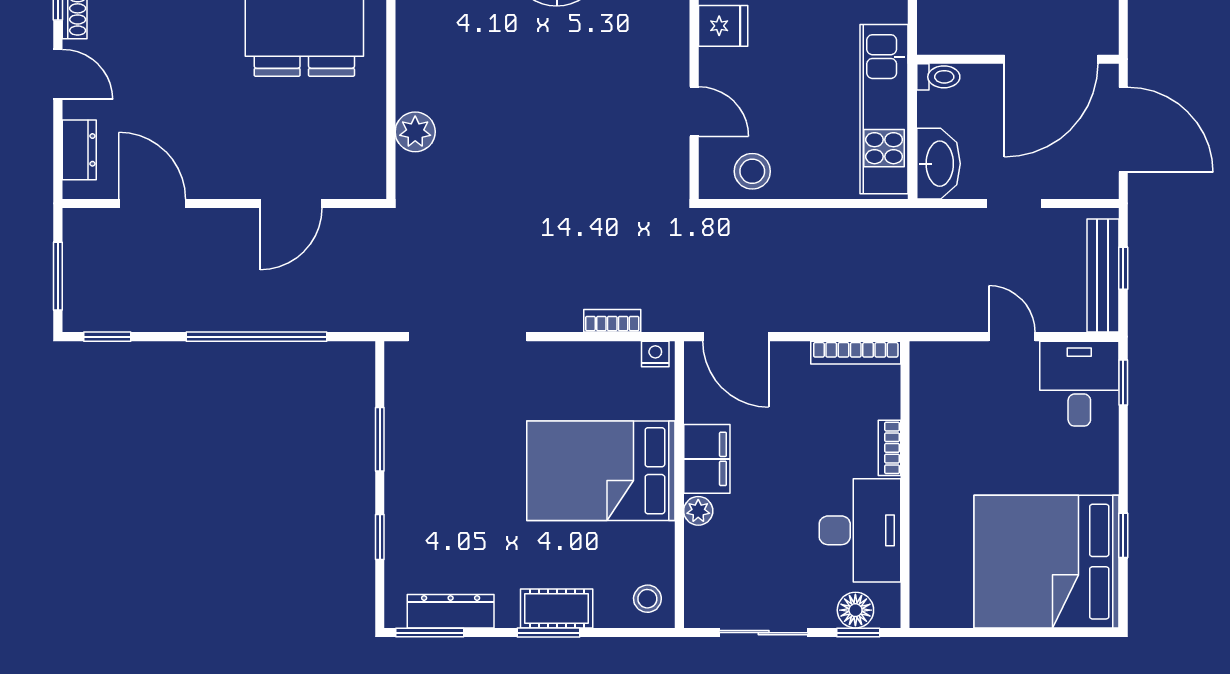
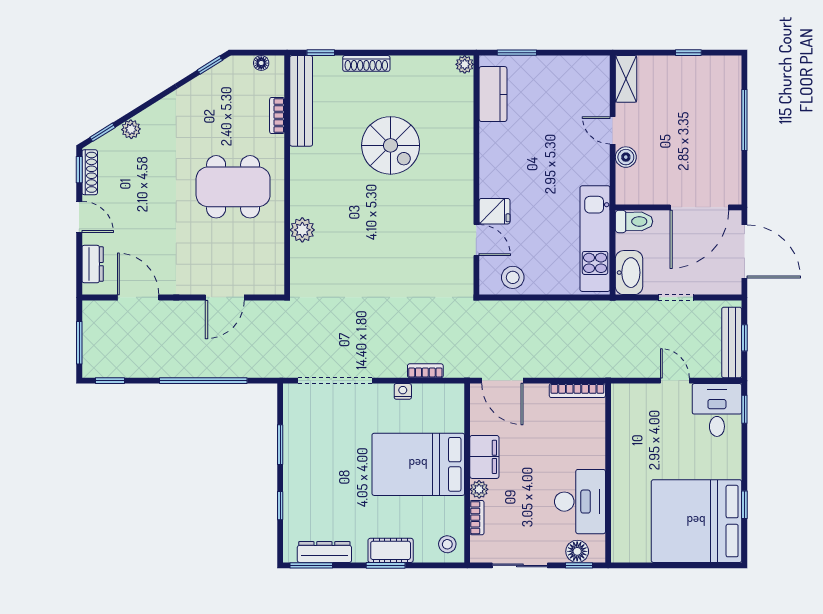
fridge: (723, 26) -> (495, 211), moved
toilet: (938, 77) -> (634, 221), width x1.37, depth x1.39
plant: (415, 132) -> (302, 230), moved
nightstand: (655, 354) -> (403, 391), moved
bookcase: (889, 448) -> (477, 518), moved, turned 180

